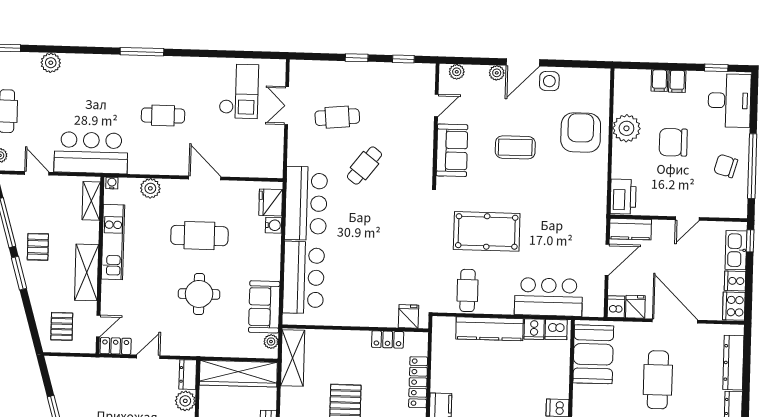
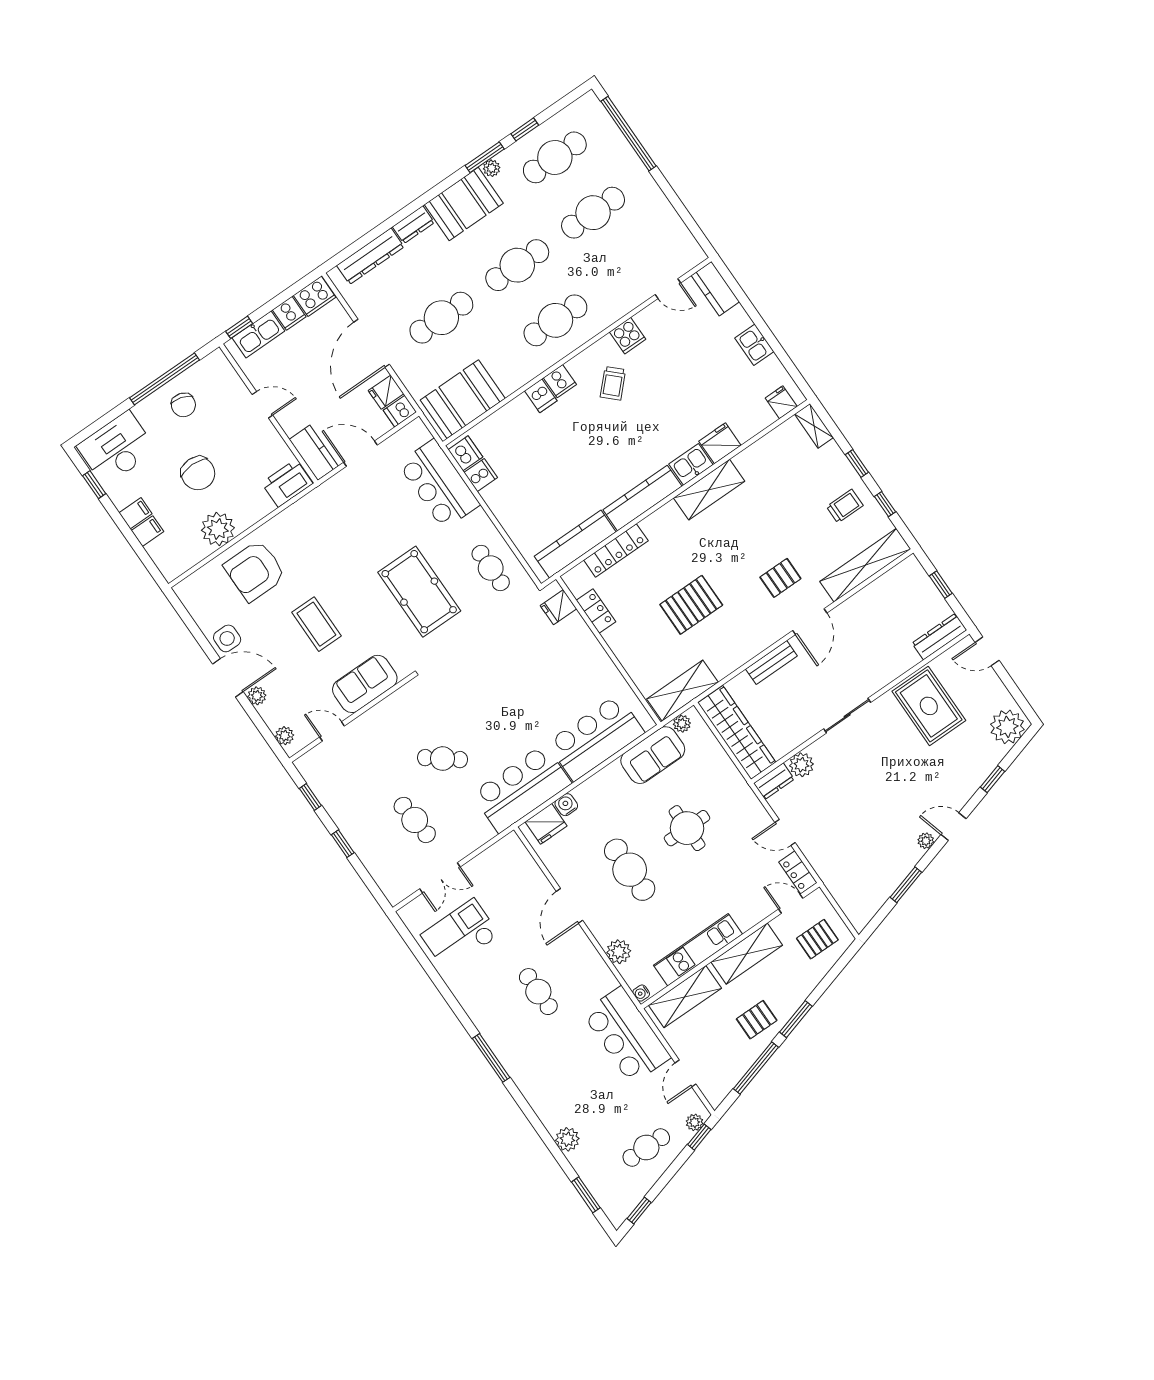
shelving: (91, 201) -> (685, 997), width x1.50, depth x1.33
cafe table: (468, 290) -> (491, 568), turned 90
kitchen counter: (490, 329) -> (575, 544), moved, turned -90

